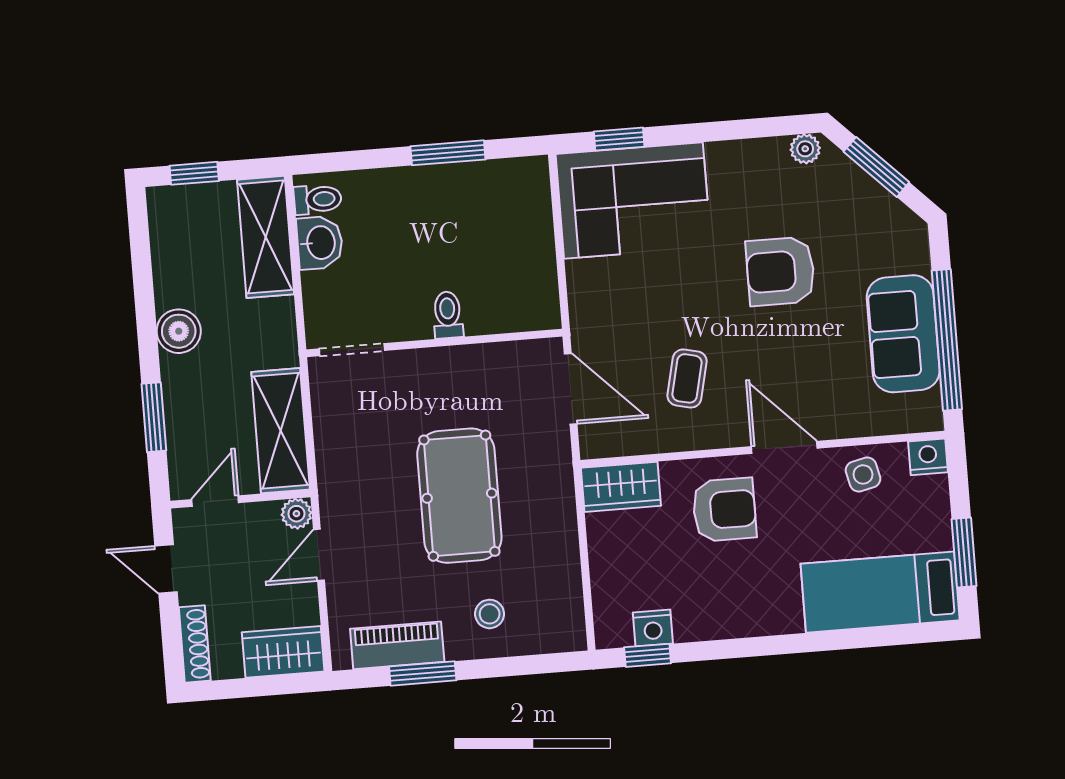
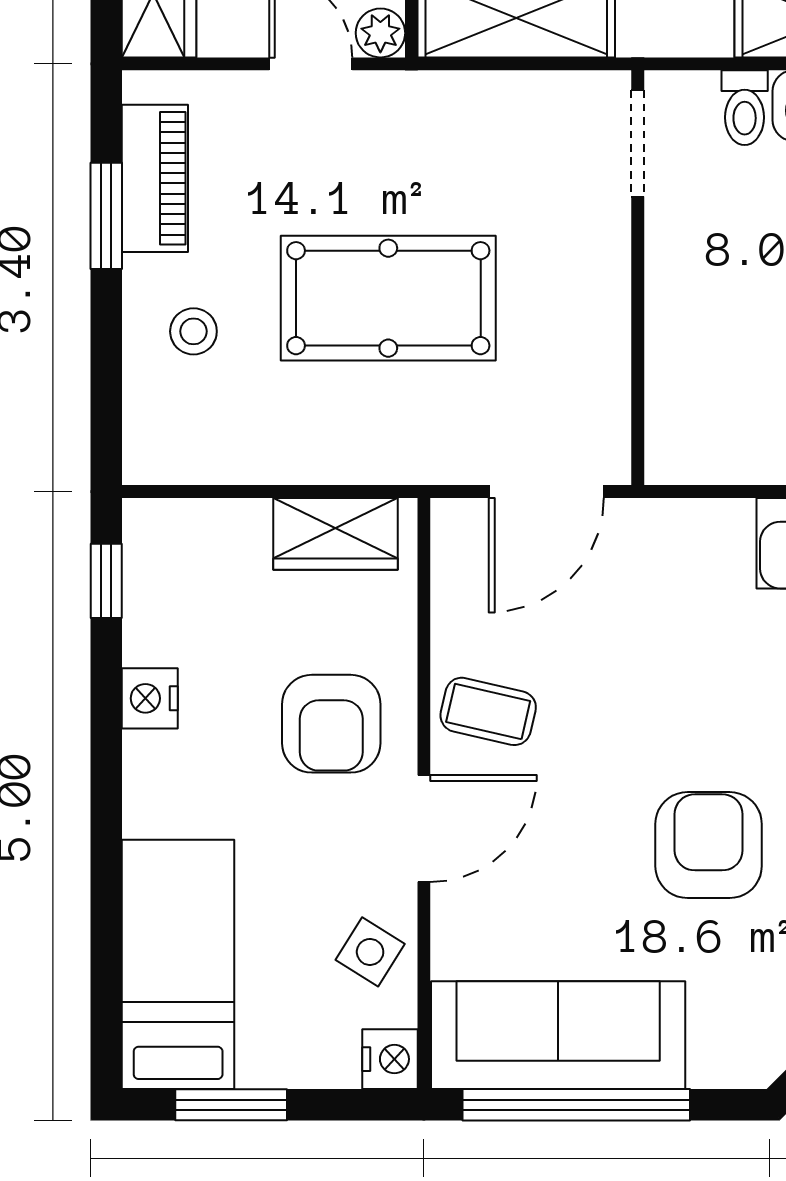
toilet: (448, 315) -> (745, 108), moved, turned 90
sofa: (903, 334) -> (558, 1035), width x1.36
coffee table: (687, 378) -> (488, 711), moved
side table: (863, 474) -> (370, 952), turned 45
wardrobe: (621, 487) -> (335, 534), moved, turned -90
nightstand: (653, 628) -> (150, 698), moved

